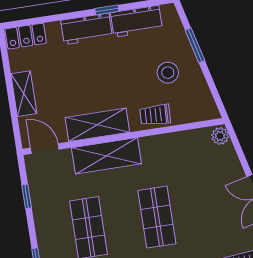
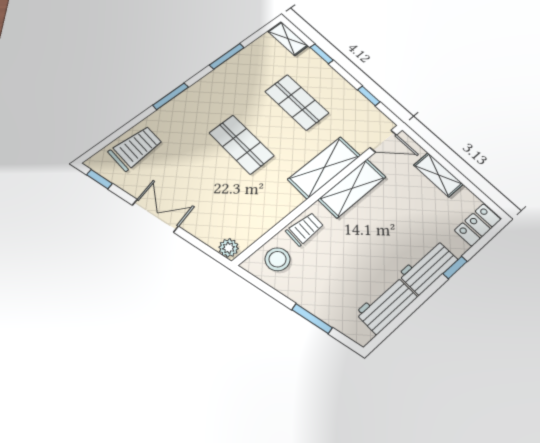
window: (107, 10) -> (455, 268), moved
stool: (168, 73) -> (278, 259), moved

